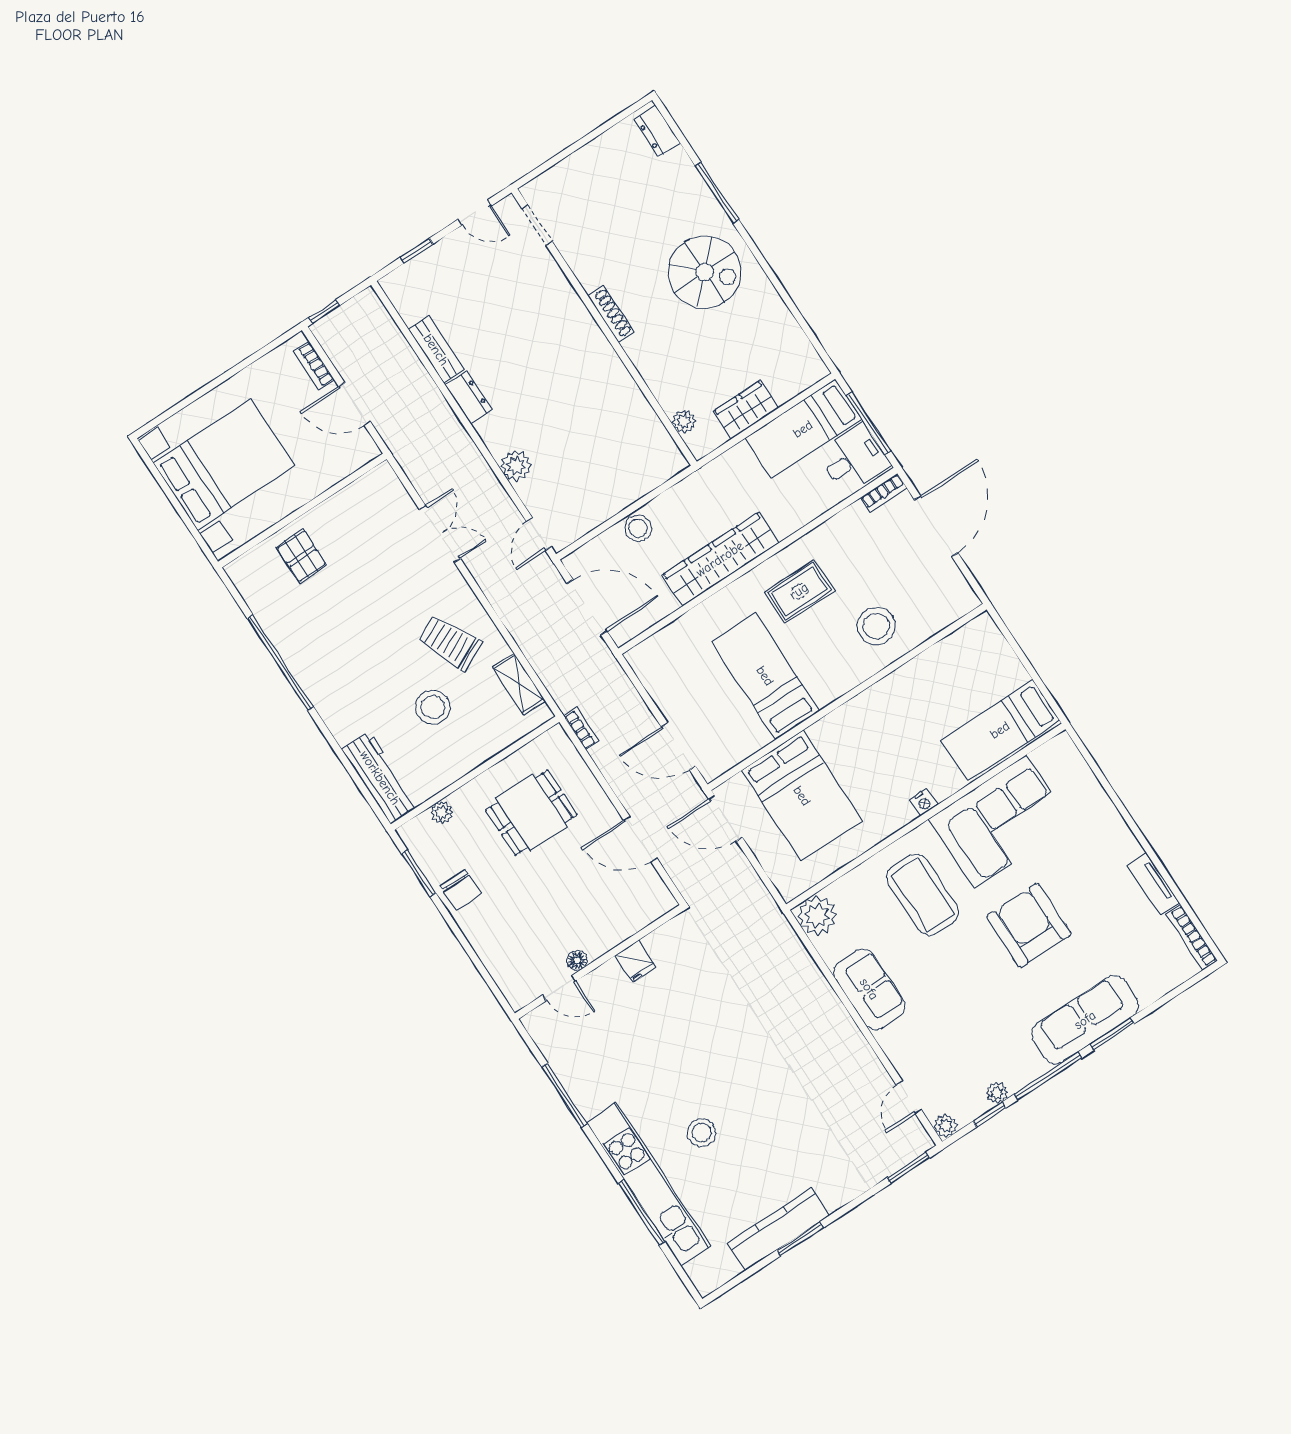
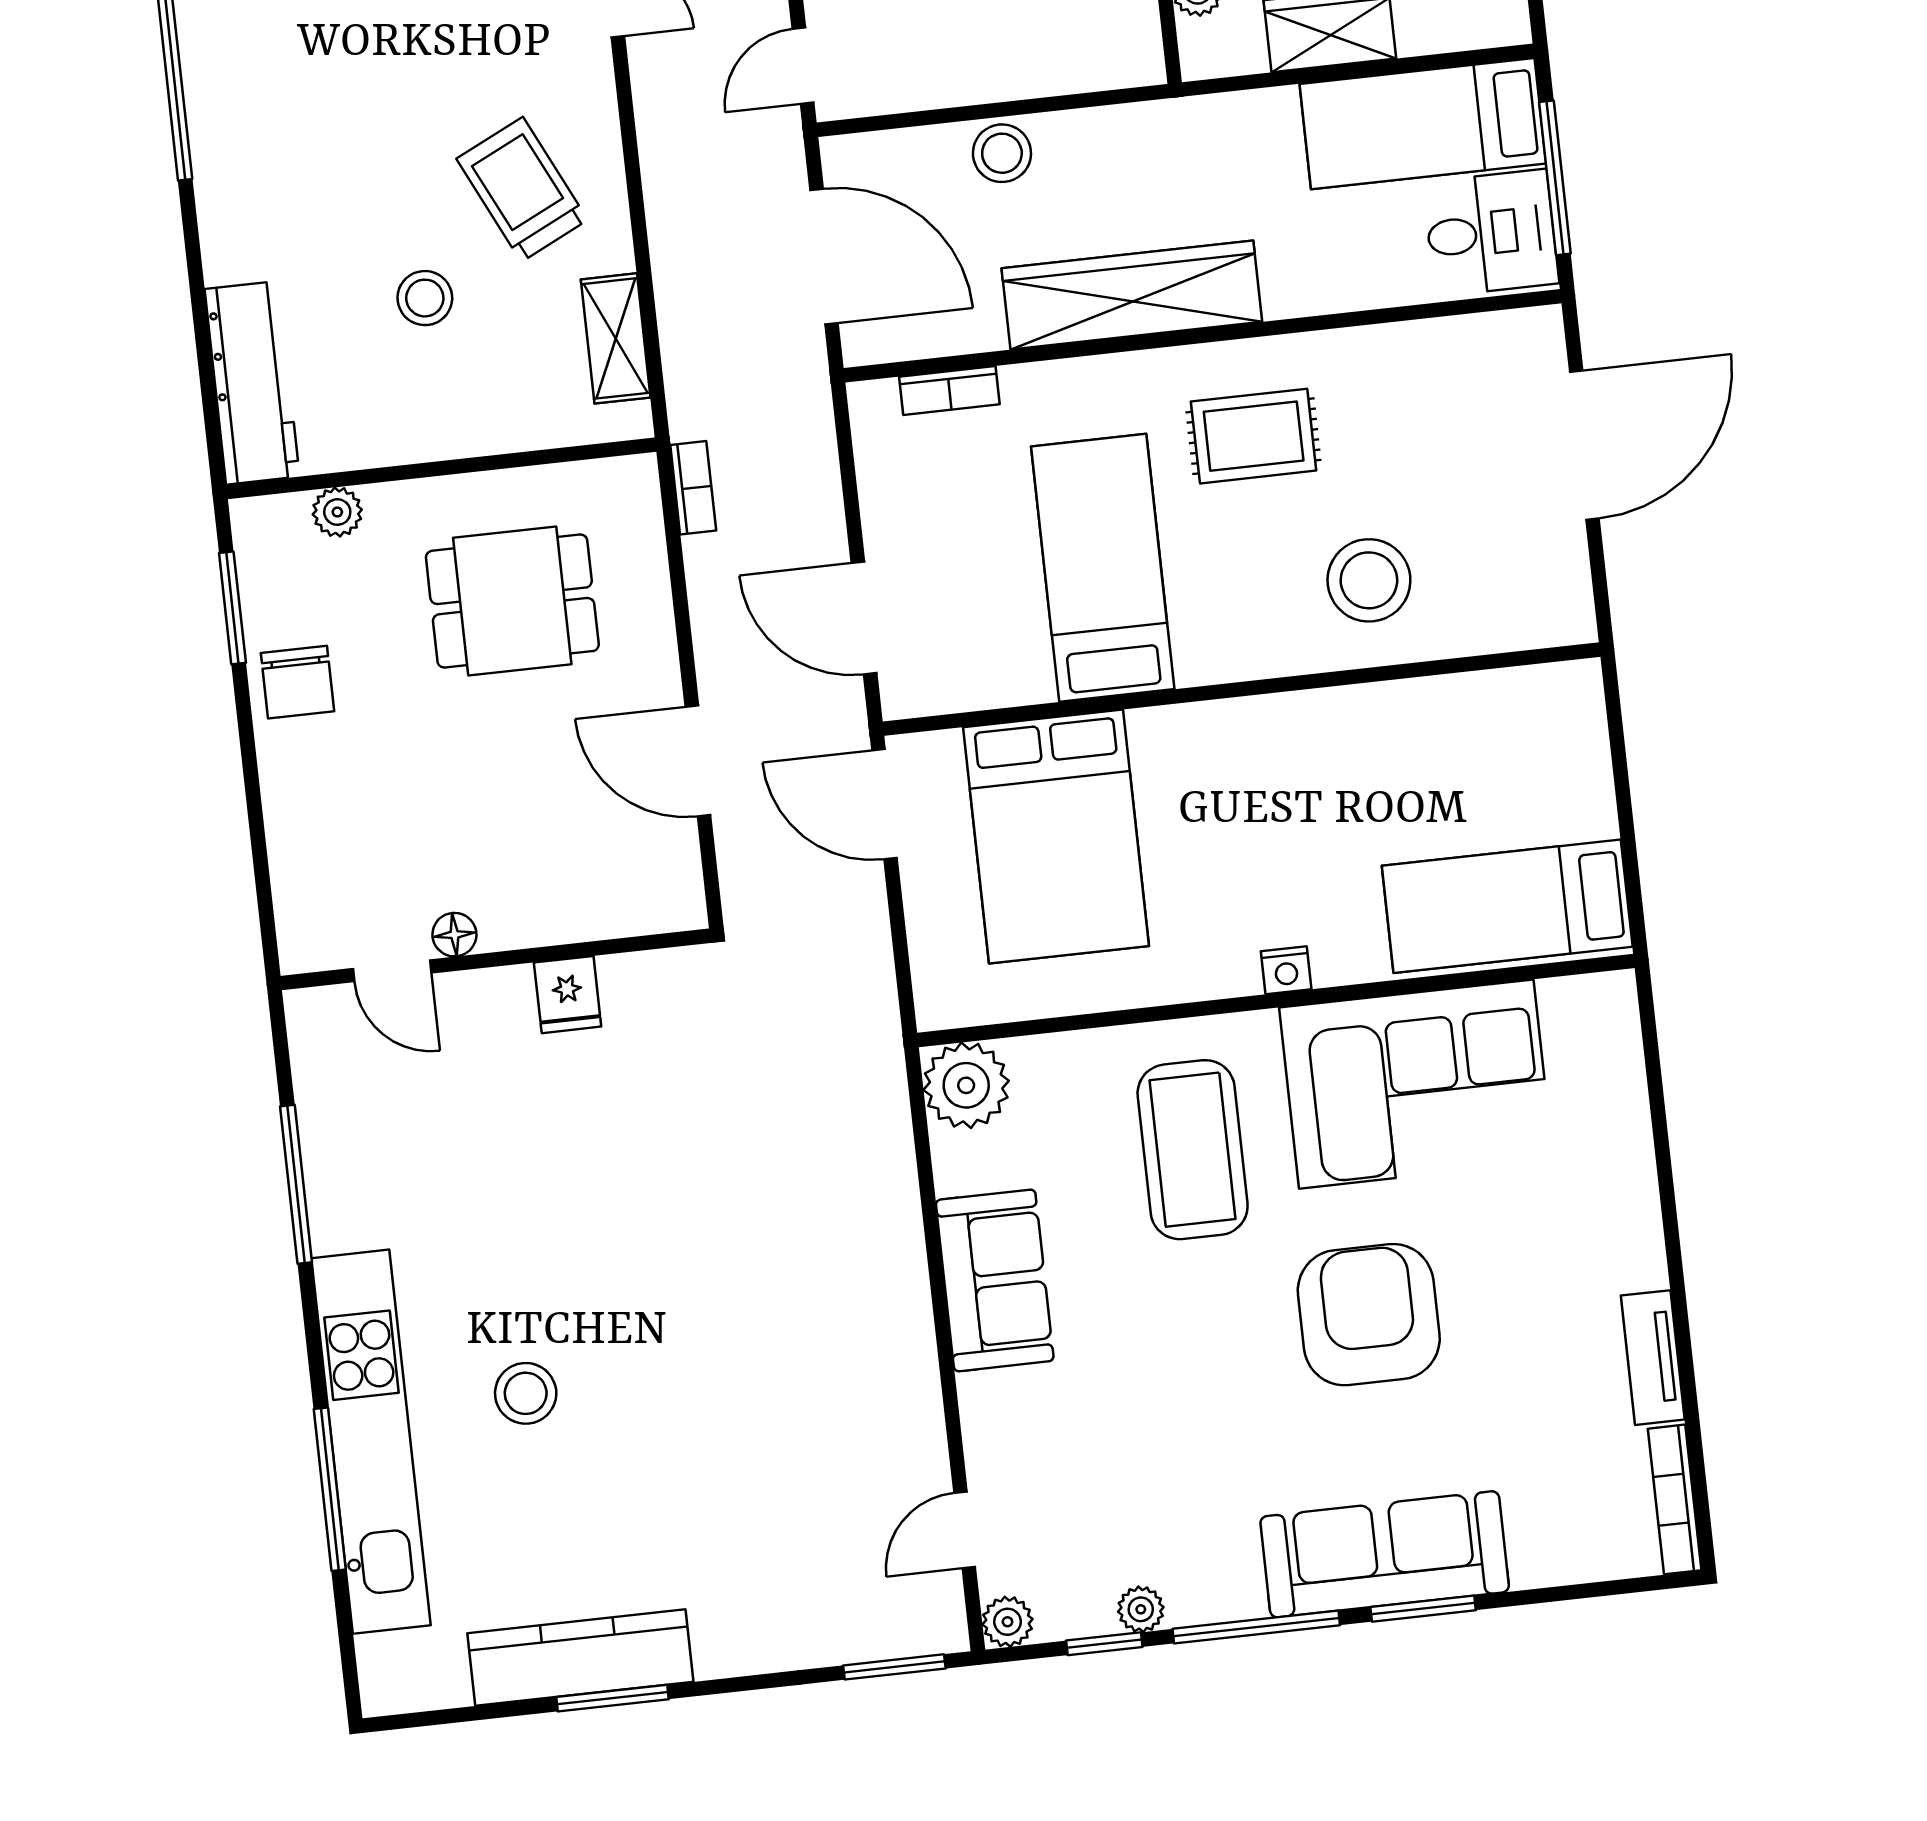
bookcase: (884, 493) -> (949, 390), moved
stool: (433, 707) -> (425, 298), width x0.73, depth x0.73

